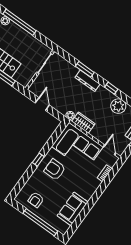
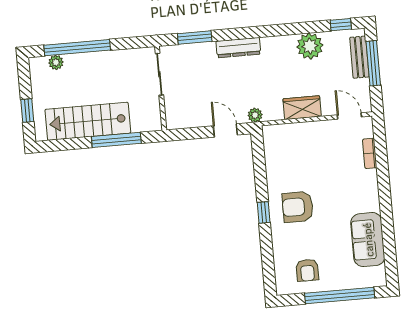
window: (85, 69) -> (195, 37), moved
window: (111, 88) -> (279, 30), removed
door: (42, 104) -> (225, 130), moved
wardrobe: (83, 123) -> (302, 108), moved
corner sofa: (77, 147) -> (302, 149), removed

